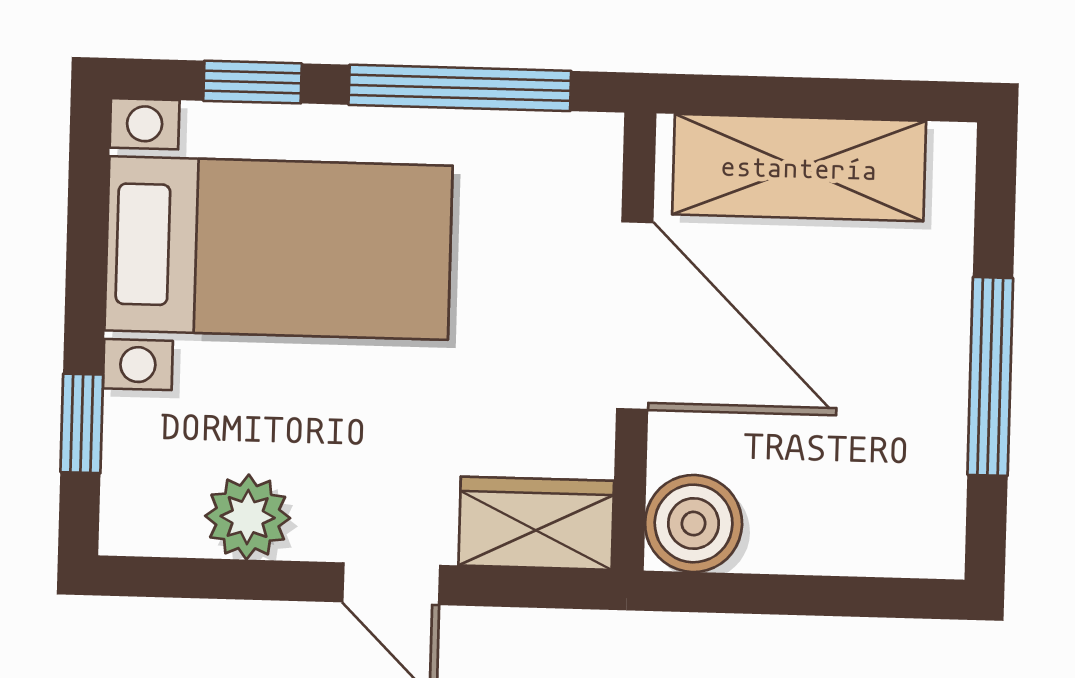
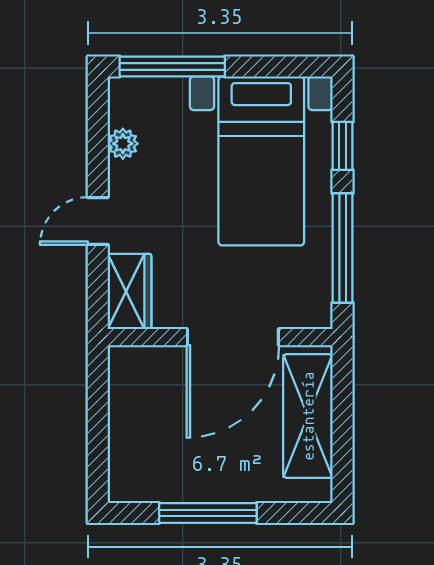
window: (82, 423) -> (172, 66), width x2.17
plant: (248, 517) -> (123, 144), width x0.73, depth x0.73
boiler: (694, 523) -> (131, 369), removed

